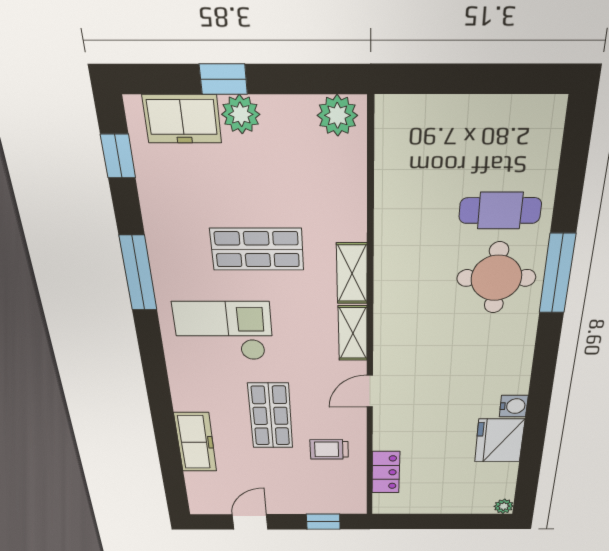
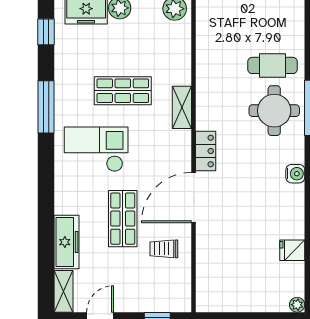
shelving: (353, 333) -> (63, 291), moved
door: (370, 391) -> (194, 198), width x1.88
water cooler: (514, 406) -> (295, 174), moved
fridge: (500, 440) -> (292, 250), width x0.53, depth x0.75
locker: (386, 472) -> (206, 151), moved

